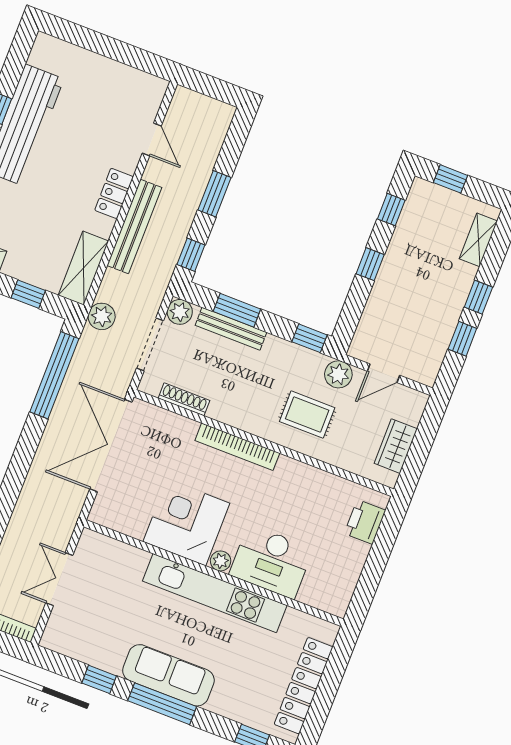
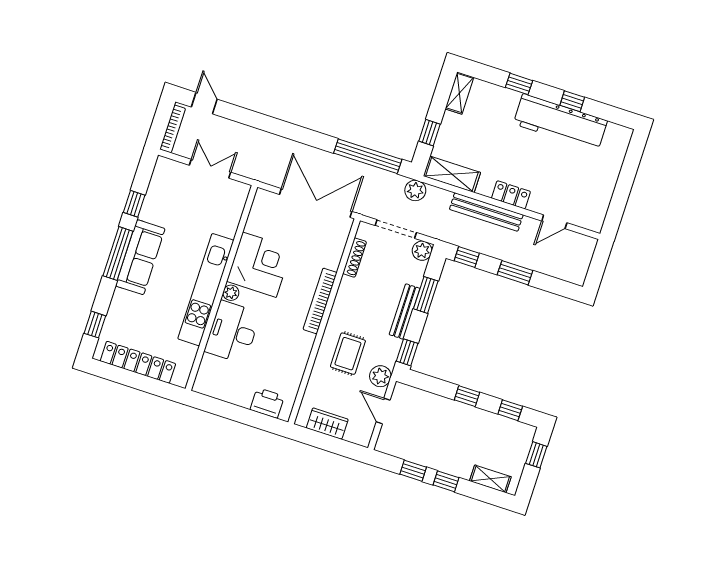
bench: (231, 329) -> (405, 311), moved

